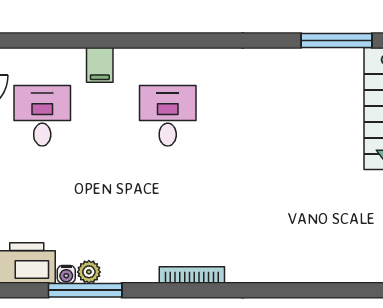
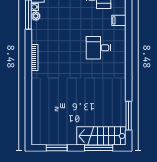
desk: (168, 116) -> (98, 48), turned 180

